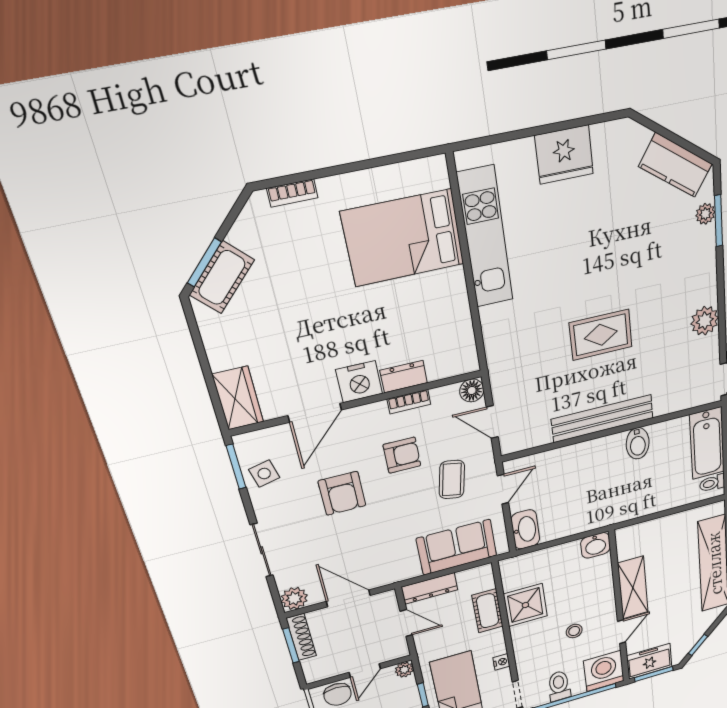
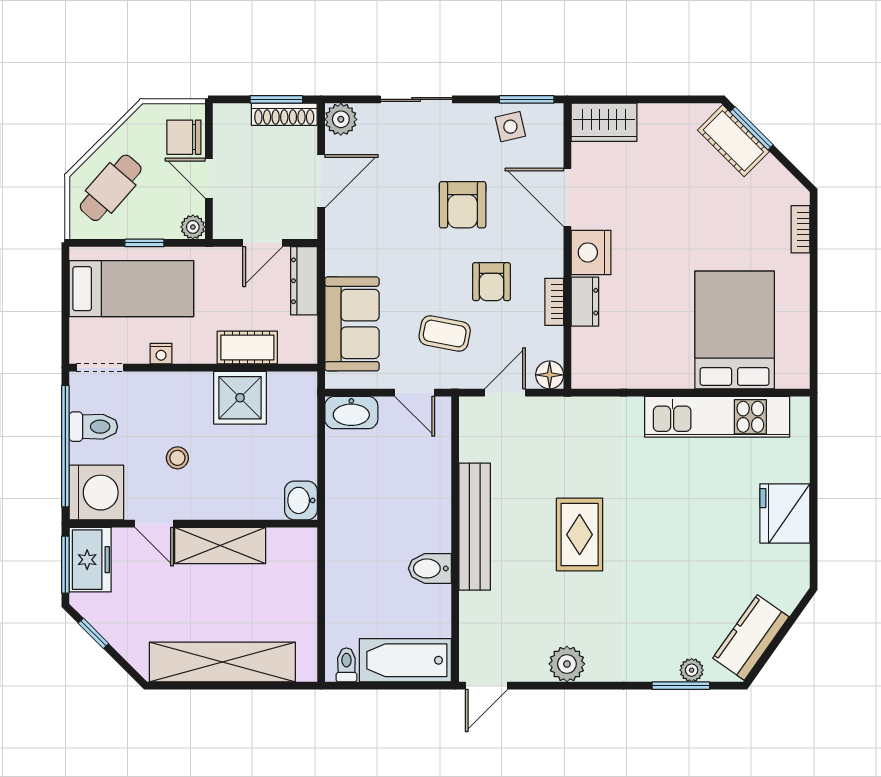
armchair: (342, 493) -> (463, 205), turned -90

